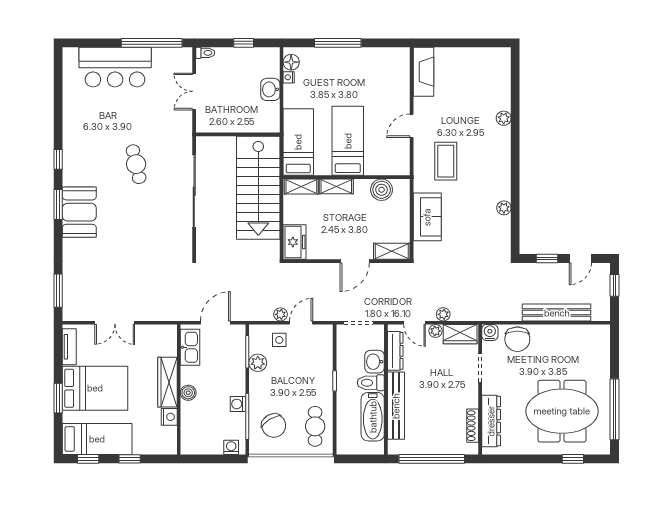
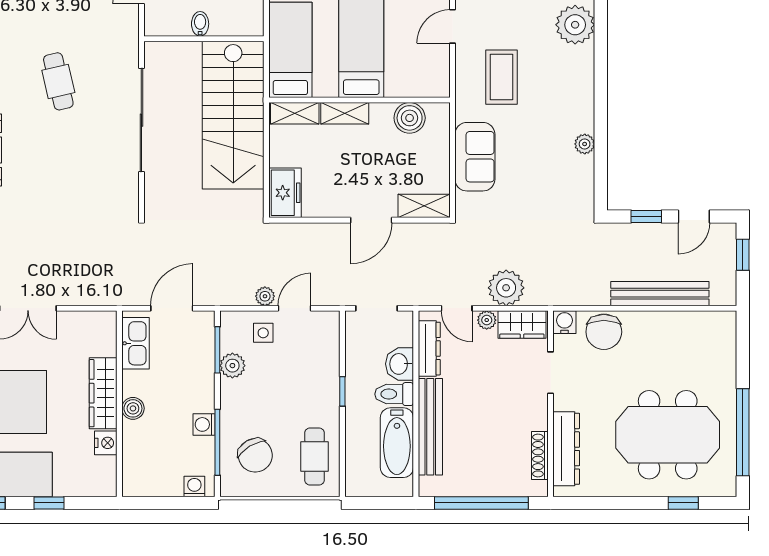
plant: (504, 118) -> (575, 25), width x1.88, depth x1.88
bidet: (235, 124) -> (200, 24), added
plant: (443, 314) -> (506, 288), width x1.87, depth x1.87

